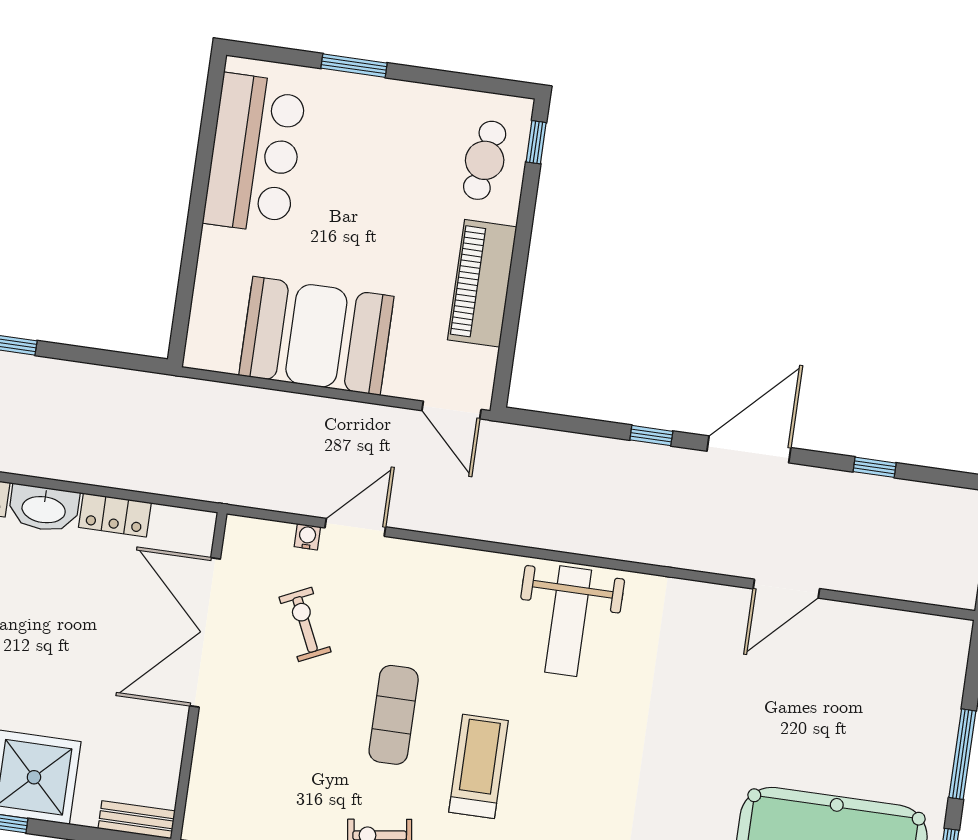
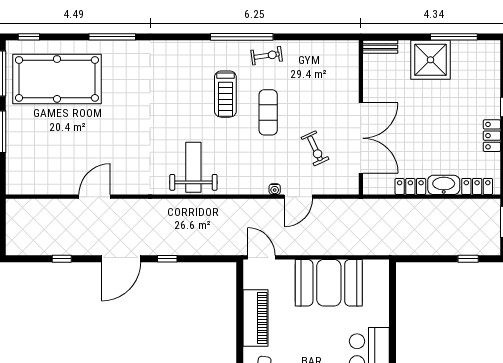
water cooler: (307, 537) -> (275, 189), moved

